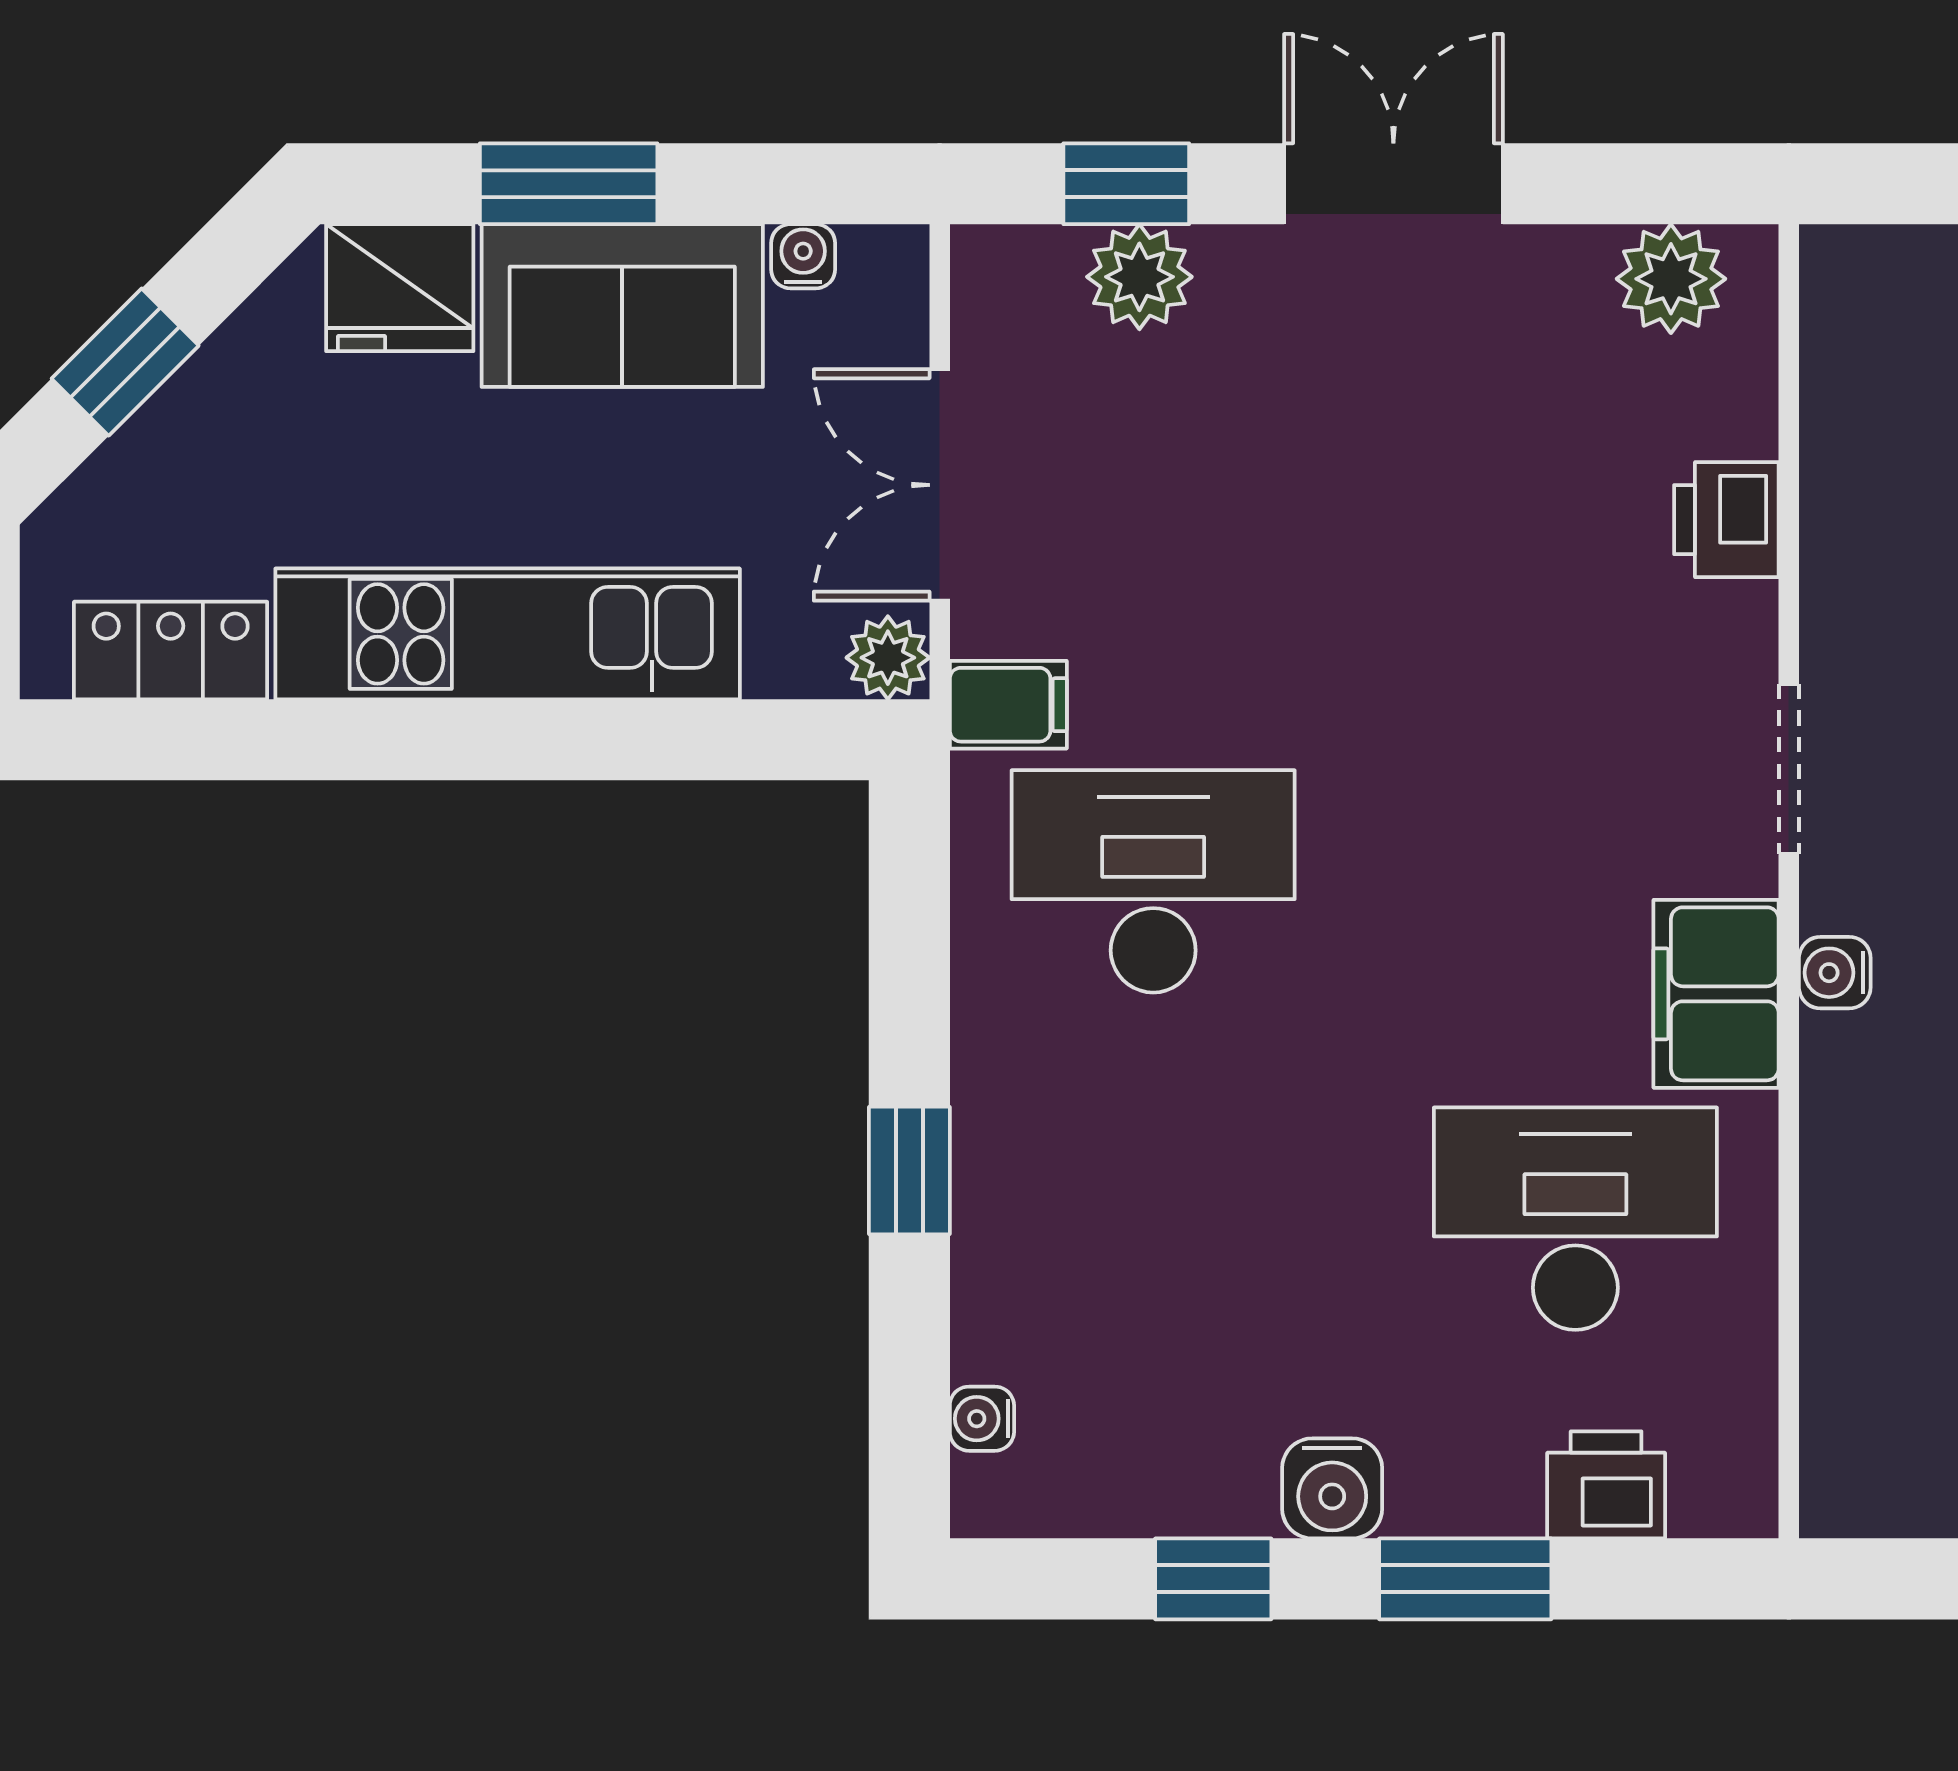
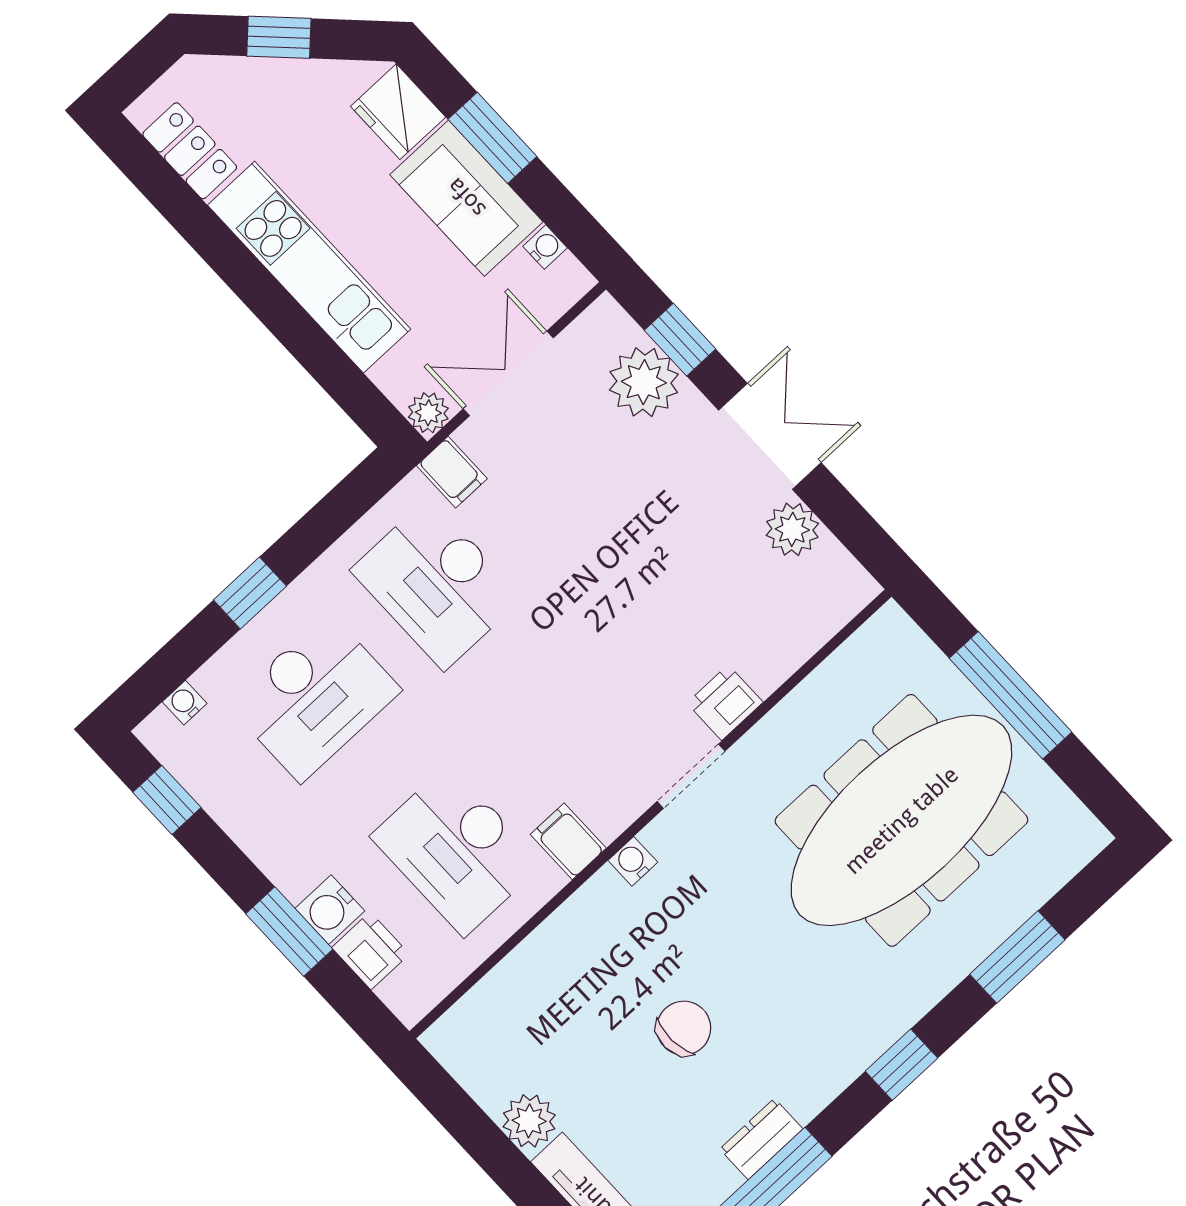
plant: (1139, 277) -> (644, 382), width x1.36, depth x1.36
plant: (1671, 279) -> (792, 529), moved
printer: (1726, 520) -> (725, 703), moved
desk: (1153, 881) -> (437, 584), turned 180
filing cabinet: (1716, 994) -> (568, 841), width x0.50
desk: (1153, 1219) -> (315, 697), added
desk: (1575, 1219) -> (457, 850), turned 180
water cooler: (1332, 1488) -> (330, 910), moved
window: (1213, 1579) -> (167, 800), moved

